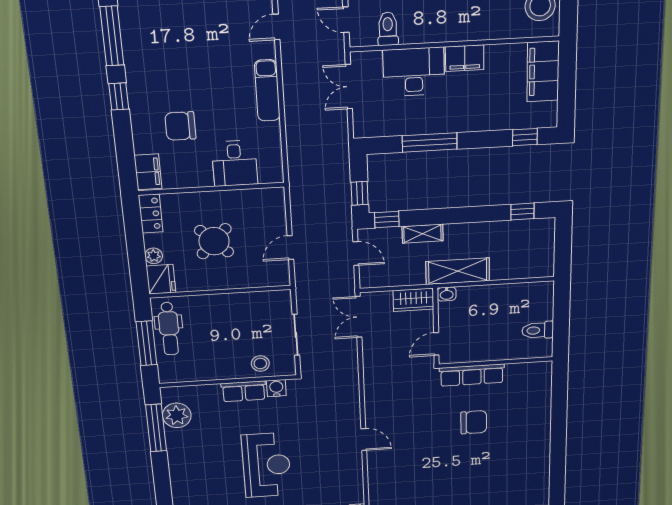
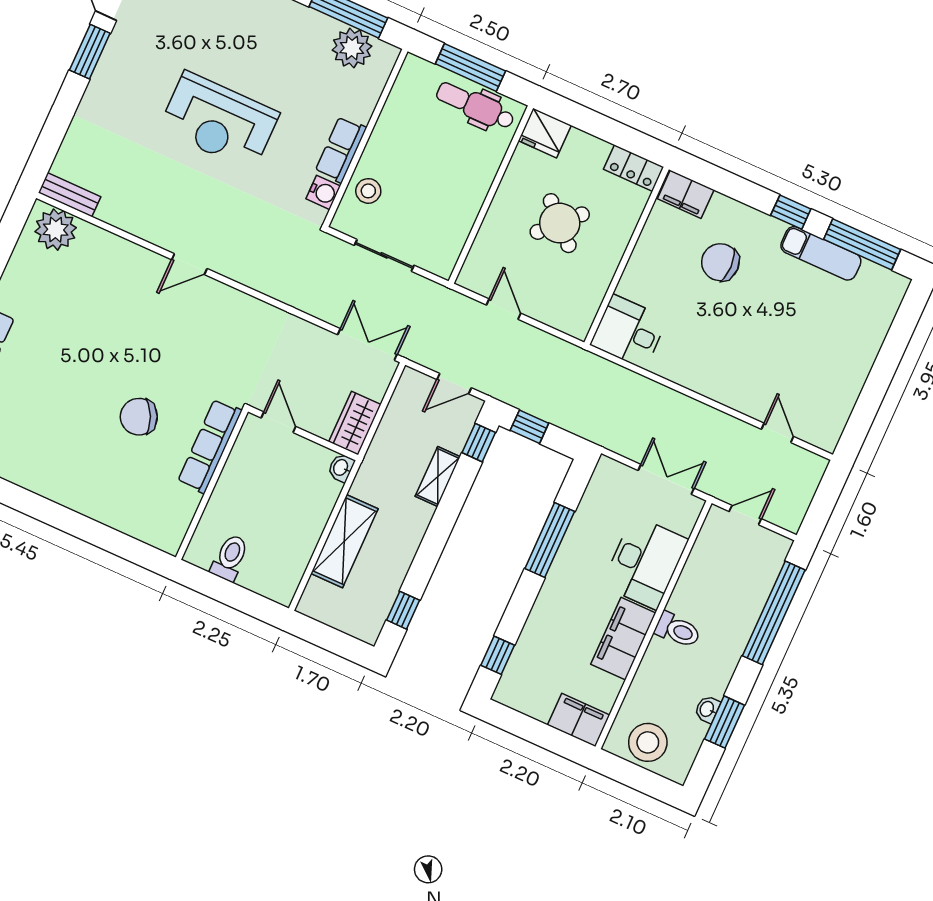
toilet: (388, 29) -> (678, 630), moved
filing cabinet: (465, 58) -> (623, 639), width x1.50, depth x1.17
filing cabinet: (543, 71) -> (579, 720), width x0.67, depth x0.86
exam couch: (267, 90) -> (821, 253), moved, turned 180
chair: (180, 126) -> (720, 262), turned -91
desk: (235, 163) -> (629, 332), moved
plant: (154, 256) -> (579, 141), removed
shelving: (458, 271) -> (344, 541), moved
chair: (474, 422) -> (139, 417), turned 65

